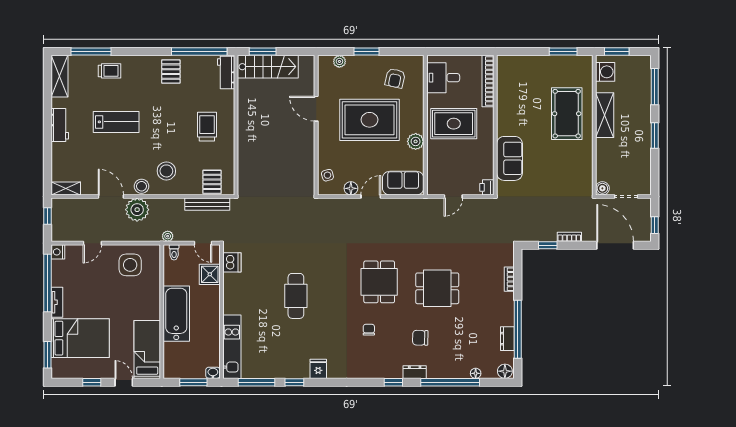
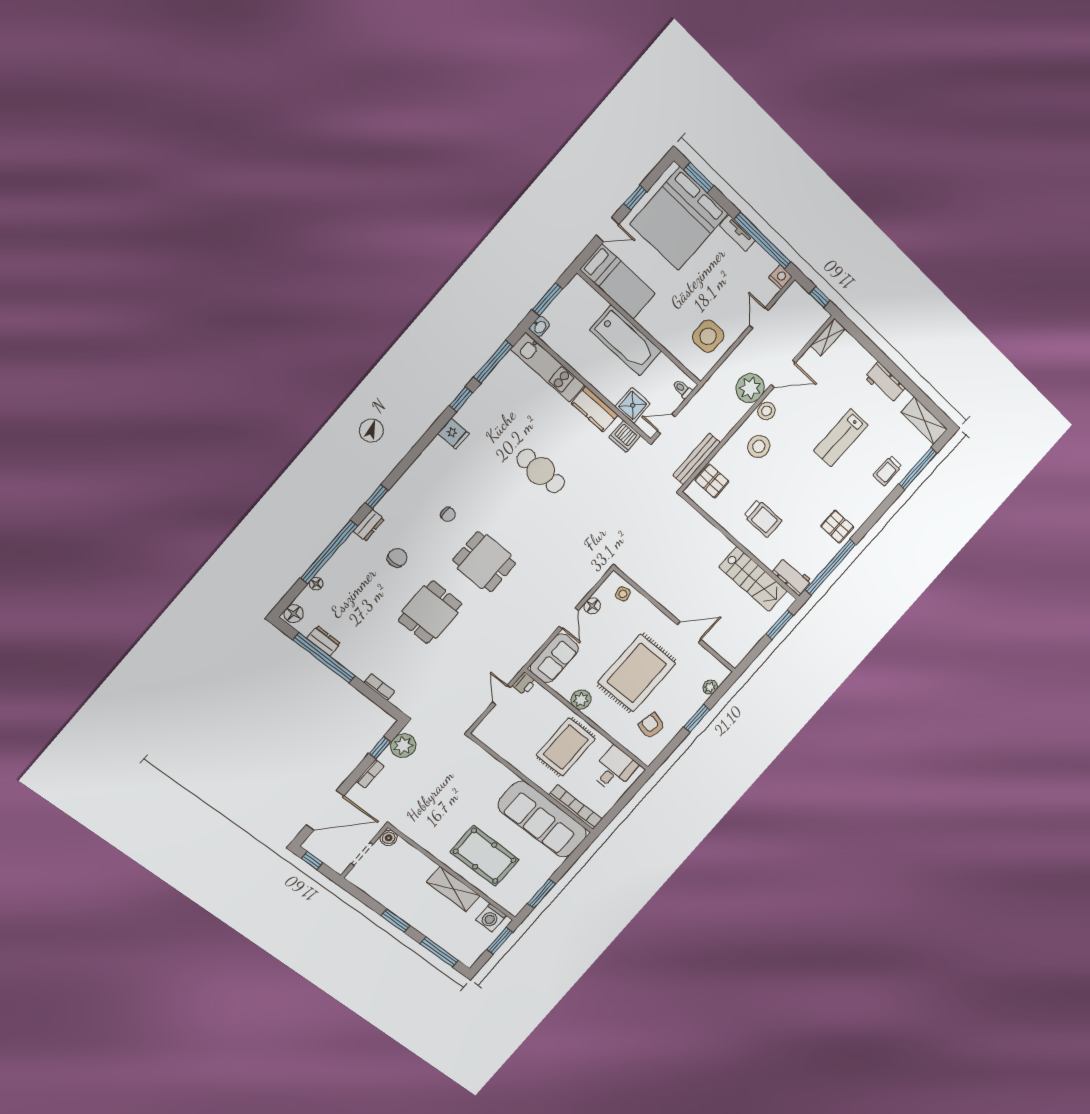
stairs: (268, 67) -> (753, 579), moved, turned -90
sofa: (509, 158) -> (543, 819), moved, width x1.85, depth x1.27
printer: (487, 187) -> (524, 684), moved, turned 90
plant: (168, 236) -> (403, 746), moved, width x1.87, depth x1.87
kitchen counter: (232, 296) -> (595, 409), added
bed: (80, 338) -> (679, 219), width x1.36

